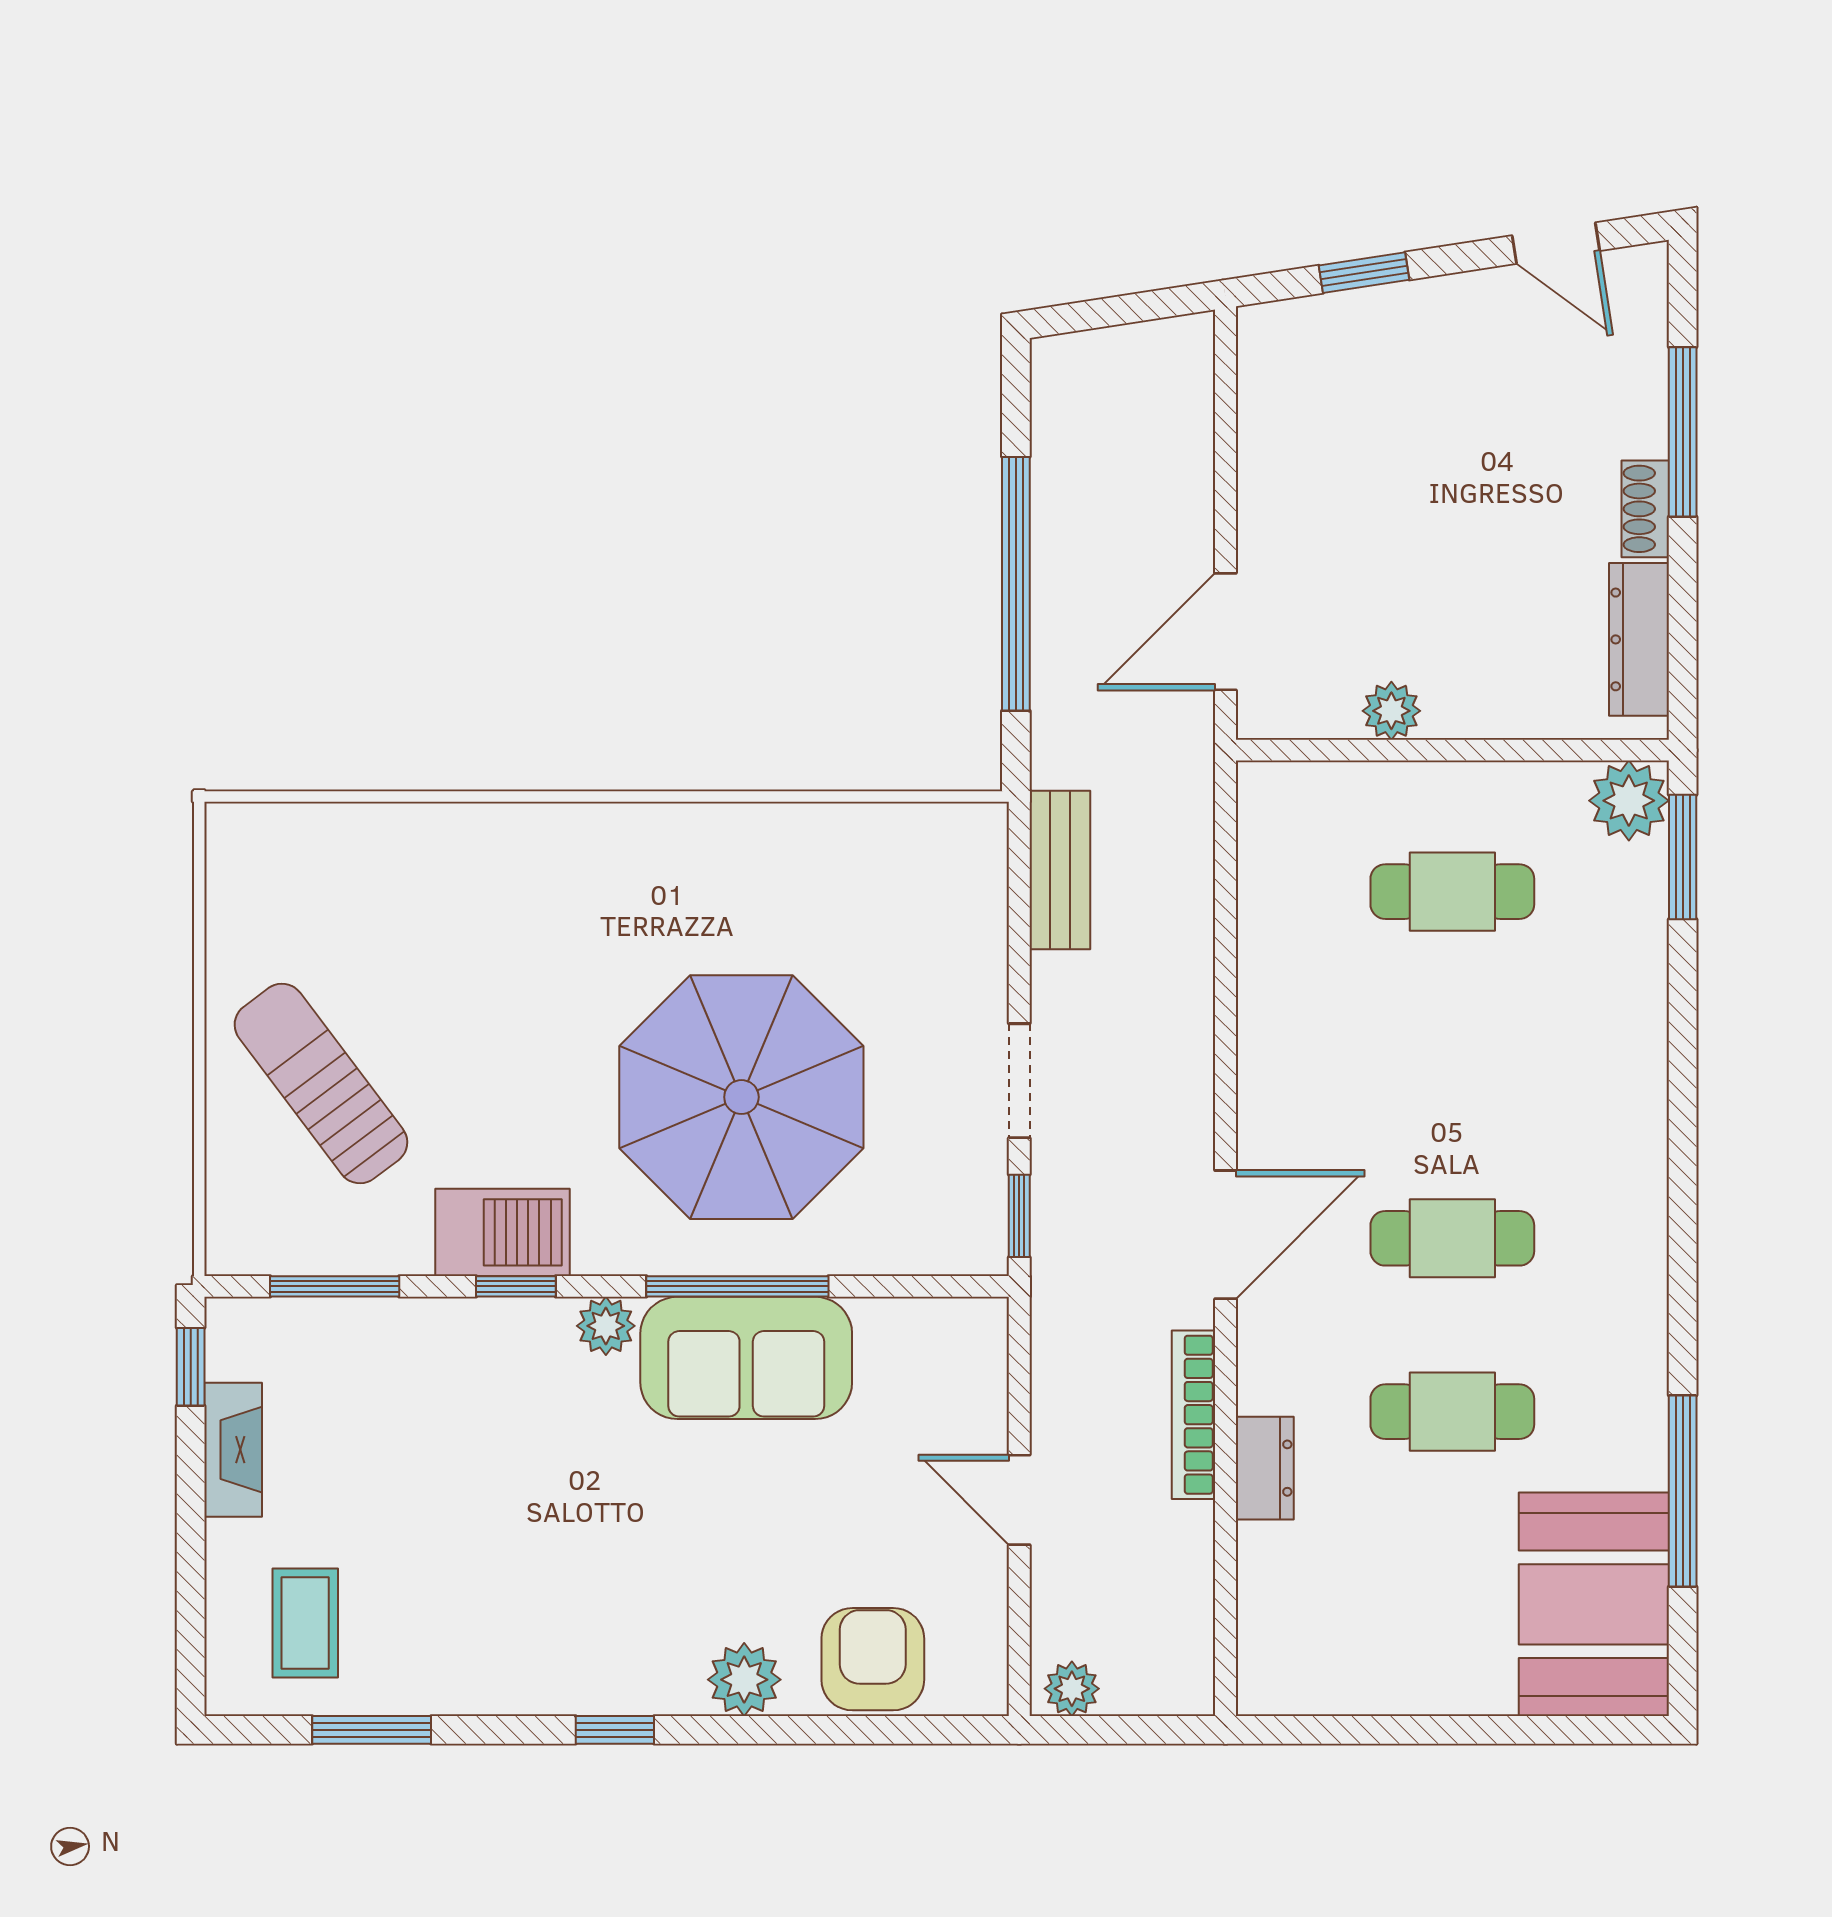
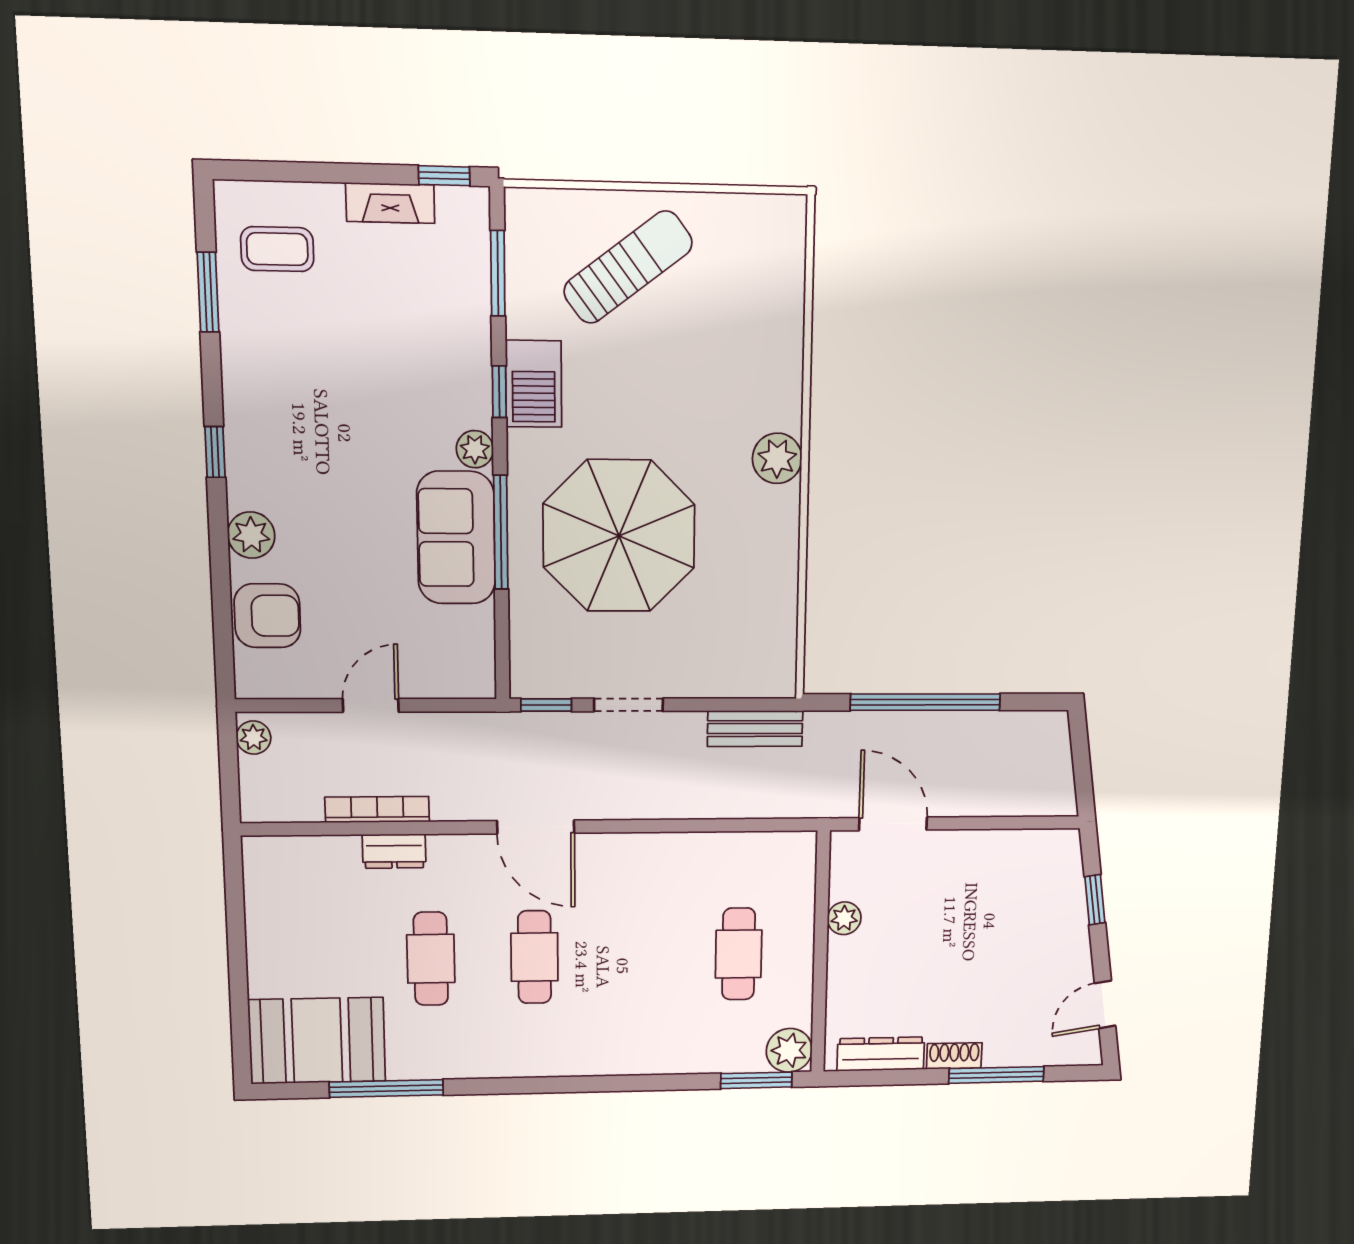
plant: (615, 842) -> (777, 458), added
bookcase: (1194, 1415) -> (377, 809), moved

